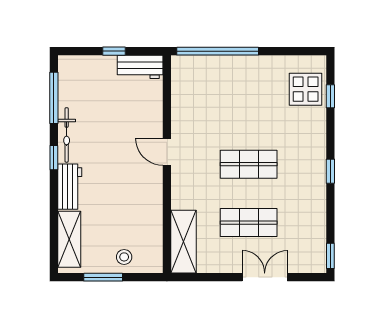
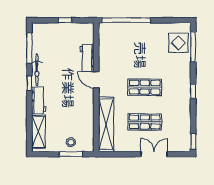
workbench: (140, 67) -> (87, 58), moved, turned 90
window: (330, 96) -> (193, 47), width x2.17
shelving: (184, 242) -> (106, 124), width x1.47
window: (103, 277) -> (71, 154), moved

